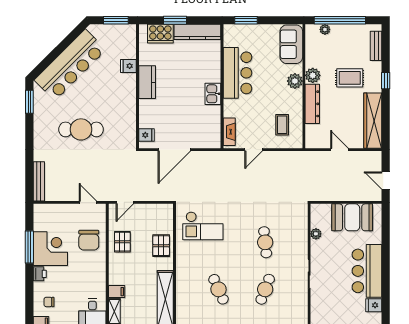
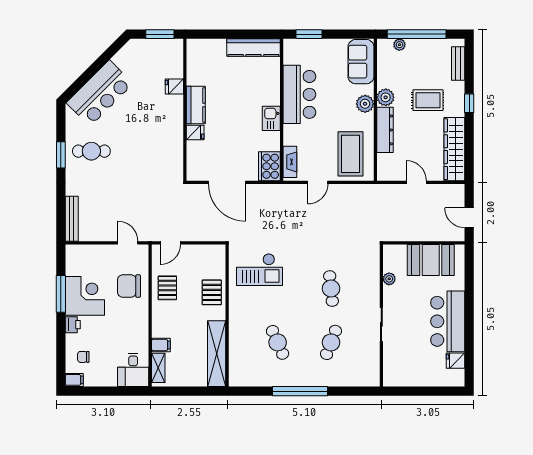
window: (175, 20) -> (228, 34), removed
cooker: (160, 34) -> (269, 166), moved, turned 90
bar counter: (70, 65) -> (100, 93), width x0.73
window: (29, 102) -> (61, 155), moved
coffee table: (282, 125) -> (351, 154), width x1.86, depth x1.72
cafe table: (81, 129) -> (91, 151), moved, width x0.73, depth x0.74
fridge: (147, 135) -> (195, 132), moved
door: (174, 150) -> (227, 182), hinge flipped
chair: (89, 240) -> (129, 286), turned 90

